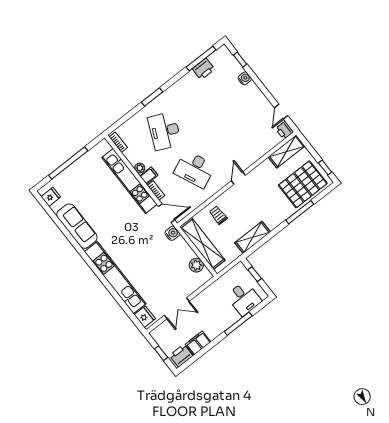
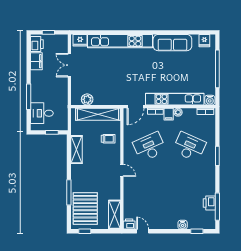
water cooler: (172, 233) -> (210, 100), moved

